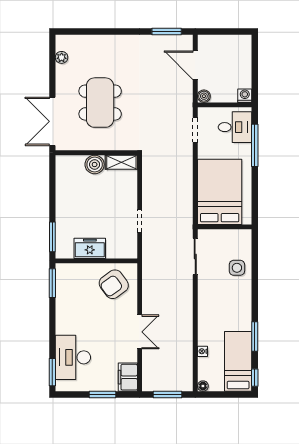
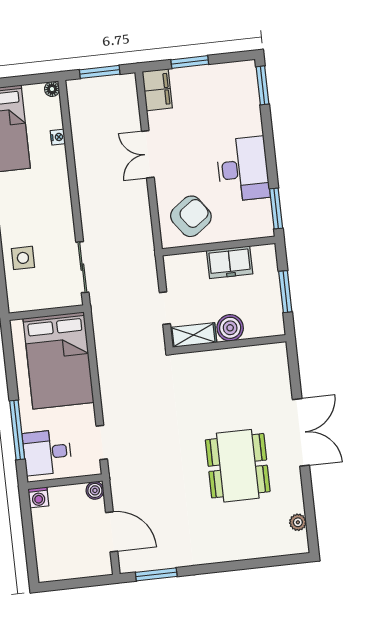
wall: (96, 153) -> (229, 344), moved
shelving: (121, 162) -> (193, 335), moved
boiler: (95, 164) -> (230, 328), moved
window: (52, 237) -> (285, 292), moved
desk: (73, 357) -> (243, 169), moved

